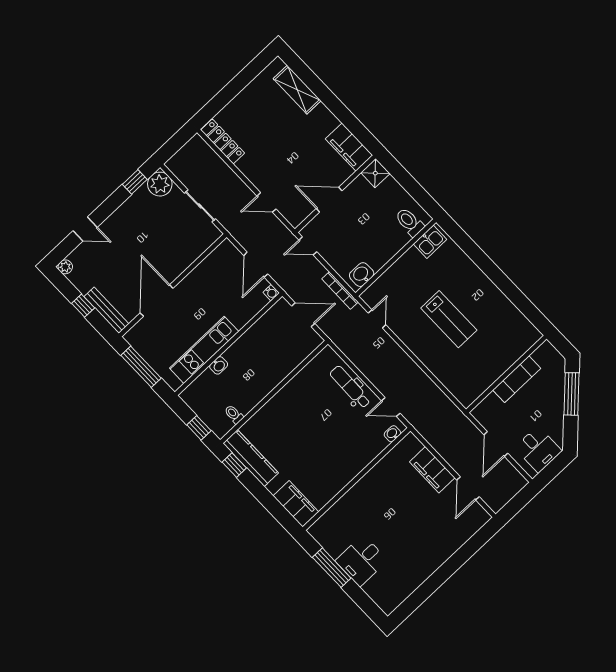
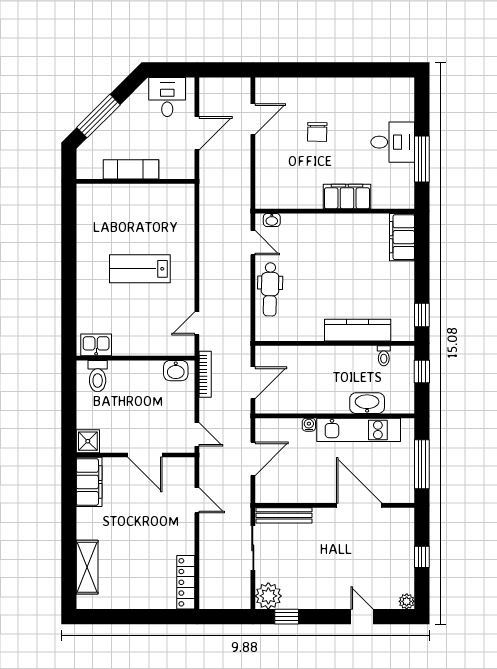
water cooler: (271, 293) -> (309, 425), moved
door: (157, 301) -> (359, 505), swing flipped
bench: (107, 310) -> (284, 515), moved, turned 90
door: (303, 315) -> (253, 383), swing flipped
lab bench: (449, 319) -> (140, 269), turned -90
washbasin: (219, 365) -> (367, 403), width x1.91, depth x1.45
kitchen counter: (251, 458) -> (358, 330), moved, turned 90
filing cabinet: (432, 470) -> (347, 197), moved, turned -90
chair: (418, 520) -> (317, 132), added

